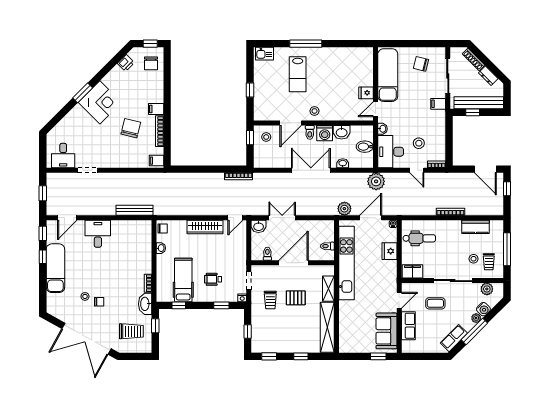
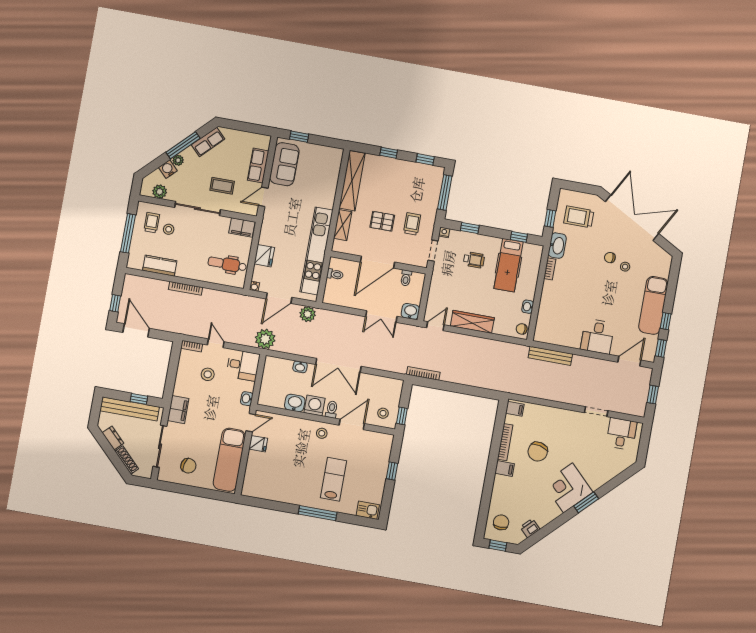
filing cabinet: (438, 104) -> (178, 410), width x2.00
bidet: (365, 147) -> (271, 382), removed
desk: (391, 152) -> (243, 365), width x0.73
window: (248, 331) -> (445, 192), width x2.17

